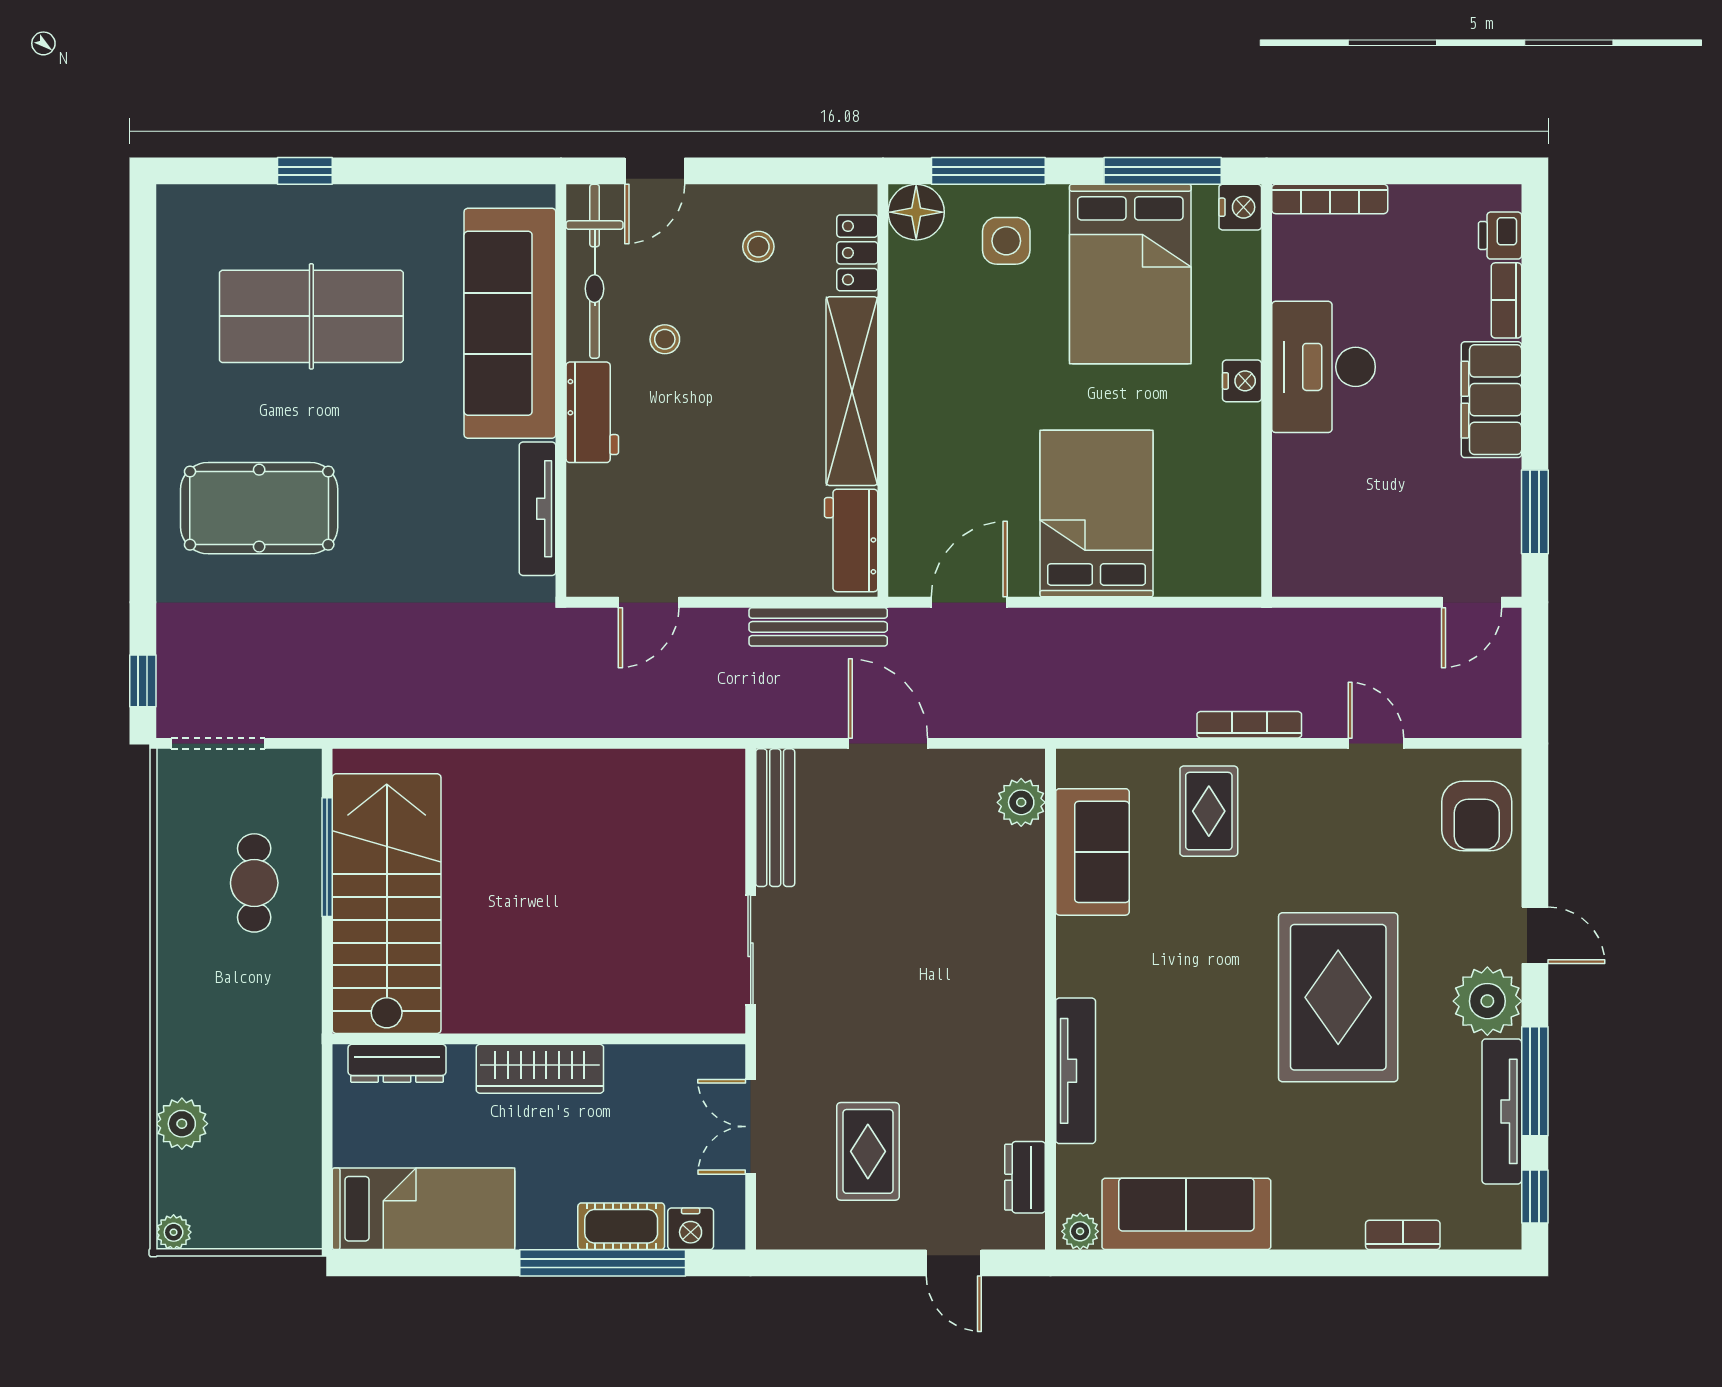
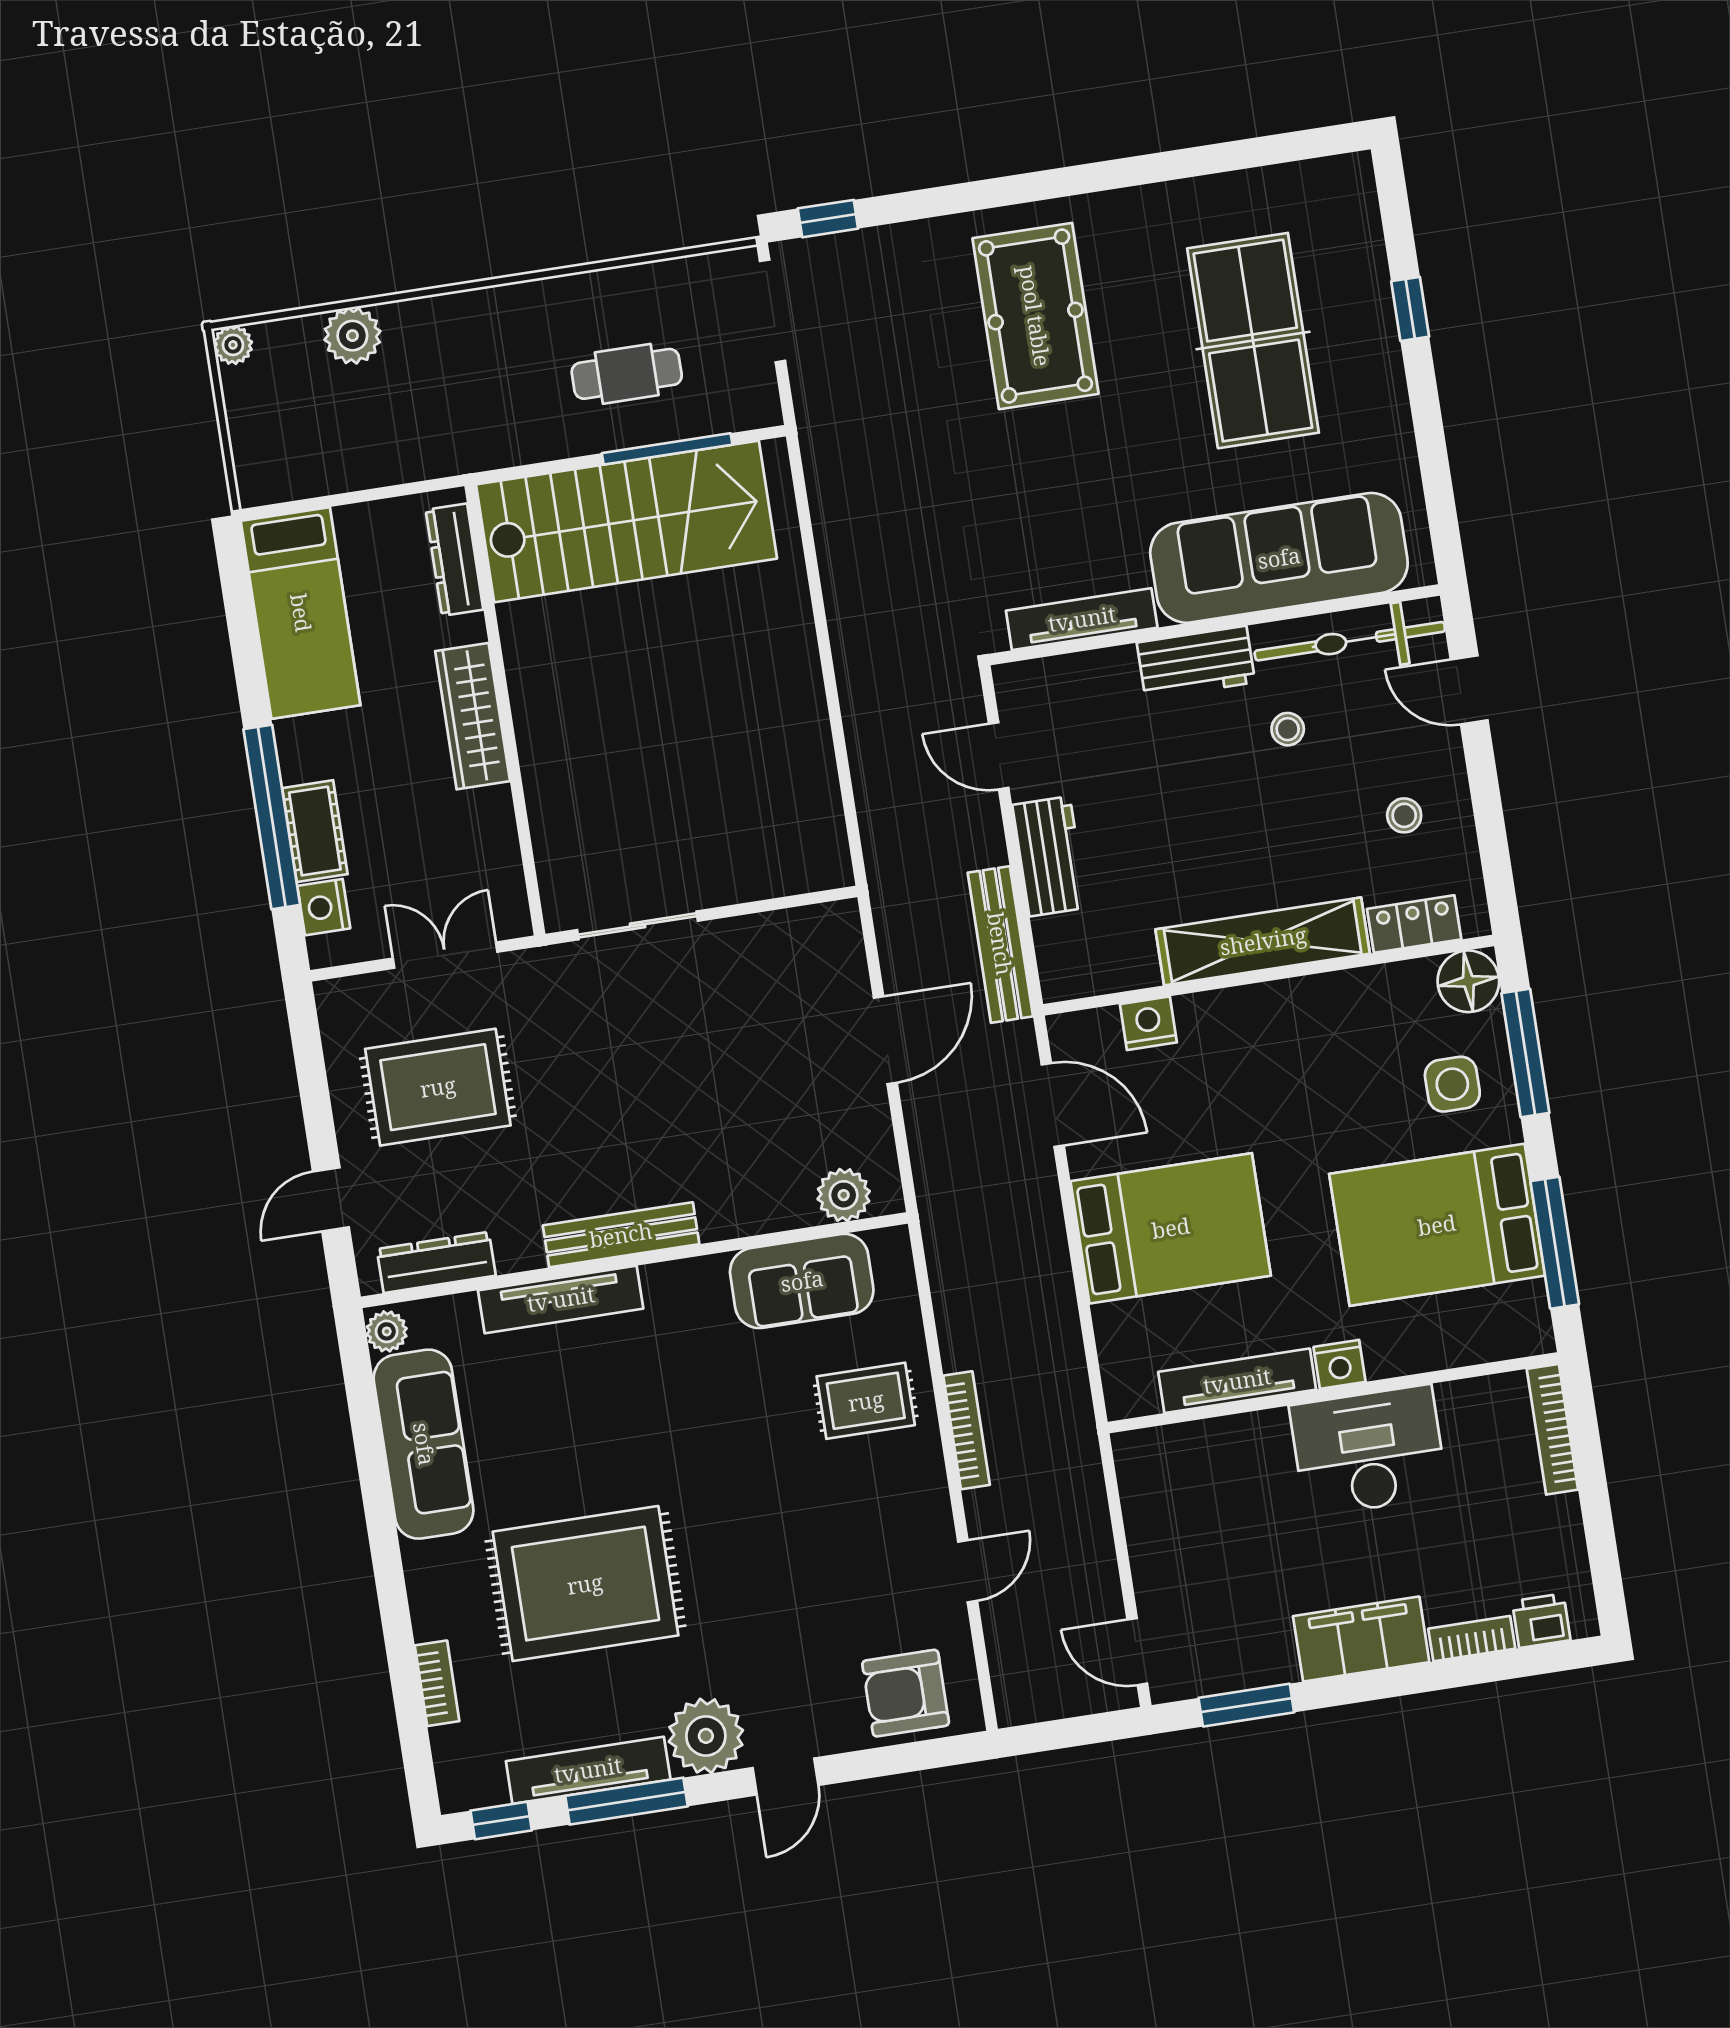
nightstand: (1240, 207) -> (1148, 1023), moved, turned 180
tv unit: (1242, 475) -> (1237, 1381), added
workbench: (851, 540) -> (1050, 856), moved, turned 90
bench: (775, 818) -> (621, 1235), moved
rug: (1338, 997) -> (585, 1584), moved
rug: (868, 1151) -> (438, 1087), width x1.36, depth x1.43
dresser: (1025, 1177) -> (436, 1262), width x1.44

